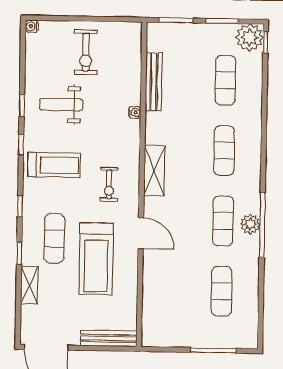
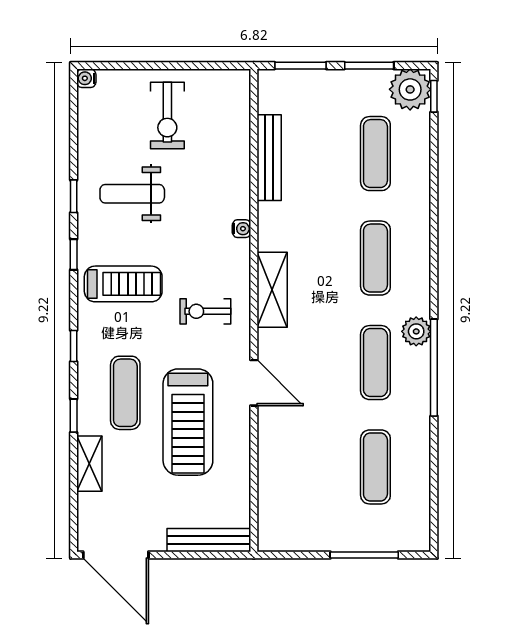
water cooler: (135, 112) -> (242, 229), moved
exercise bike: (109, 184) -> (205, 311), turned 90
plant: (250, 224) -> (416, 331), moved

